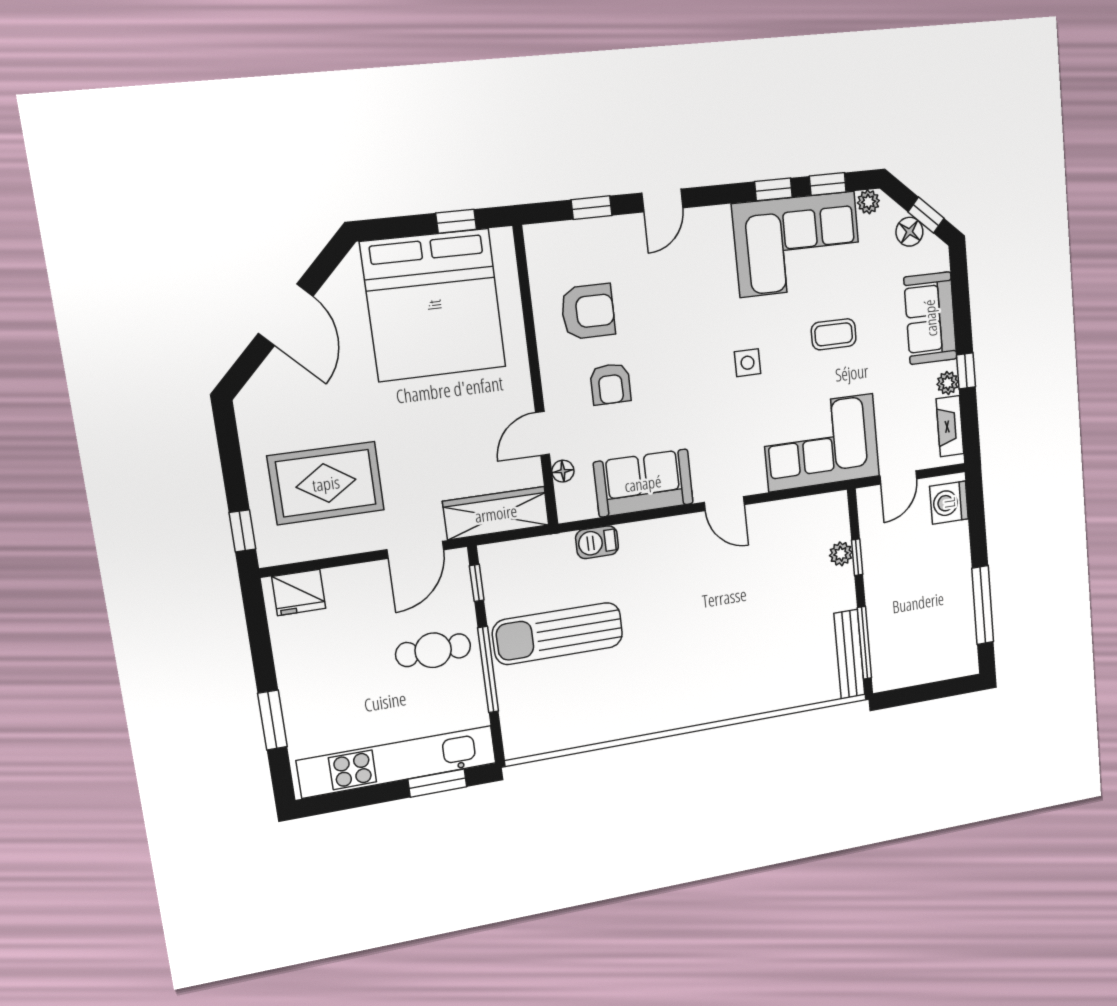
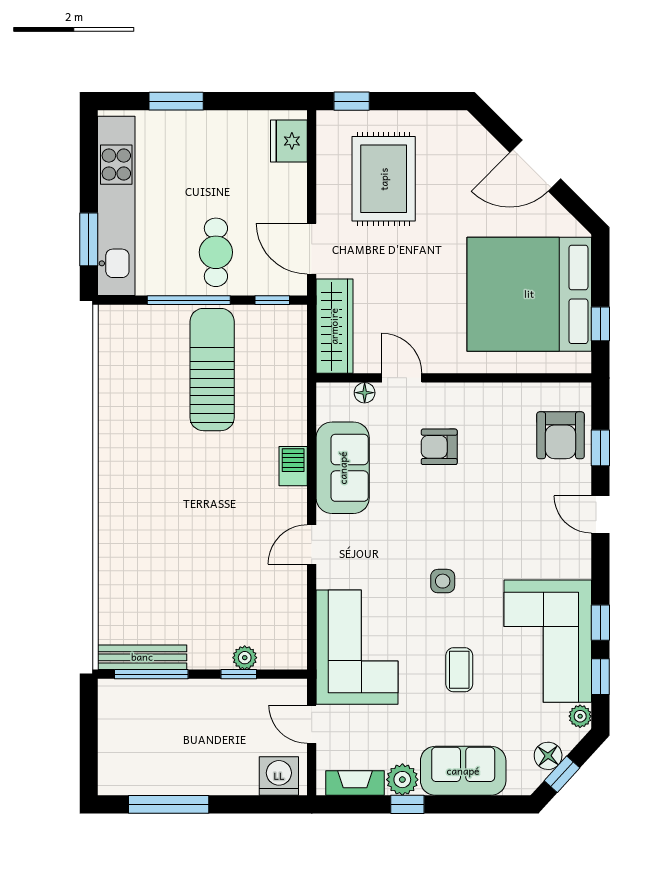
armchair: (588, 312) -> (560, 435), moved
plant: (948, 383) -> (402, 780), width x1.38, depth x1.38
barbecue: (597, 542) -> (293, 466), moved

